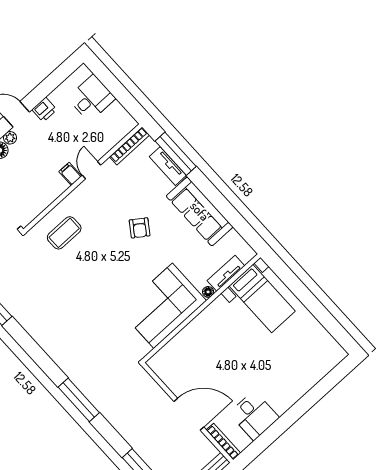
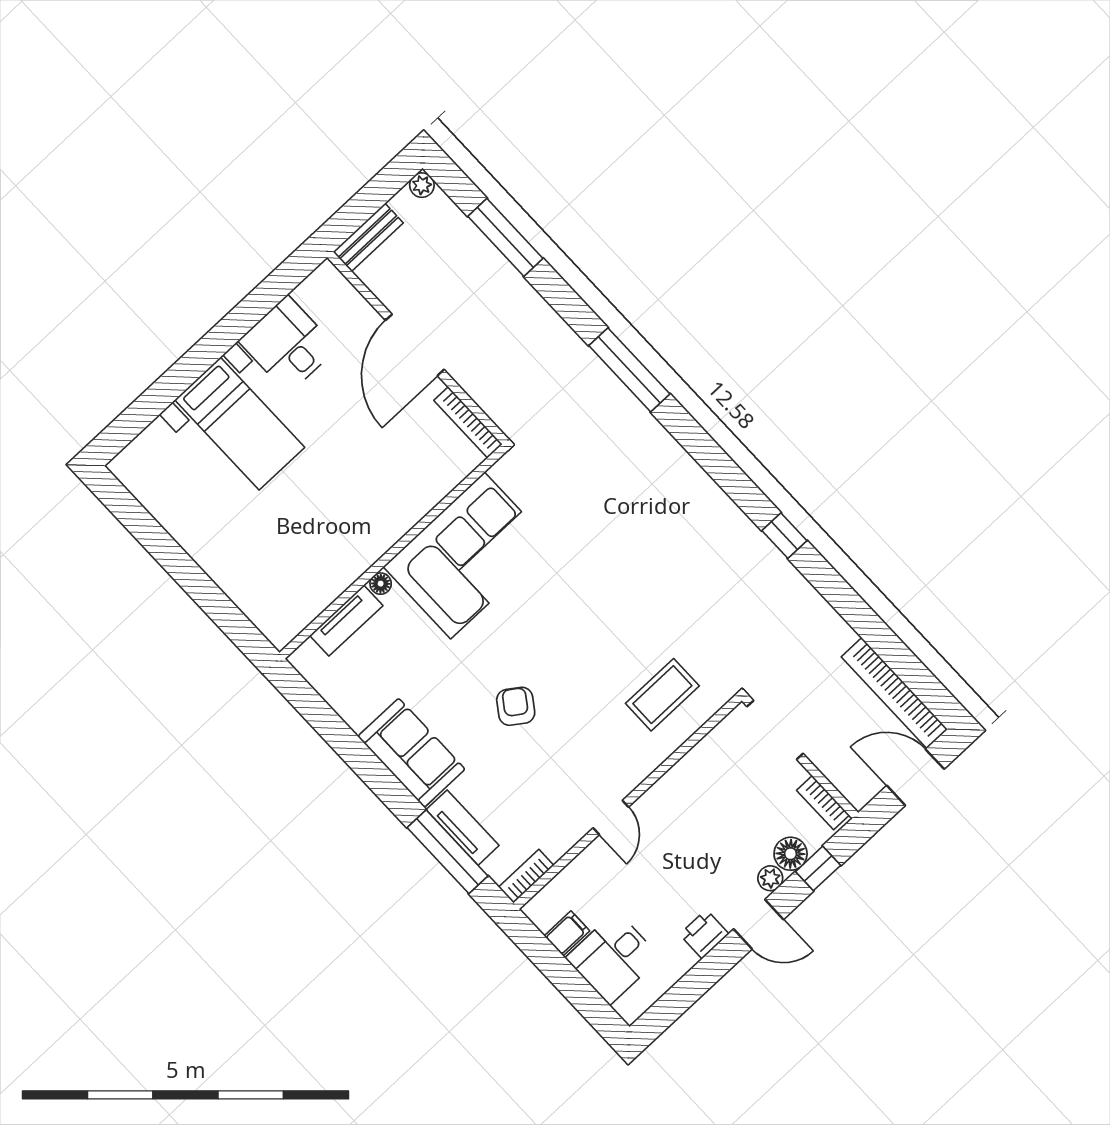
bookcase: (129, 146) -> (526, 876), width x0.64
filing cabinet: (70, 174) -> (567, 933), moved, turned -90
sofa: (200, 211) -> (411, 753), width x0.73
bed with nightstands: (262, 299) -> (240, 424), moved, turned 180
door: (189, 414) -> (415, 345), hinge flipped
bookcase: (223, 442) -> (468, 422), moved

